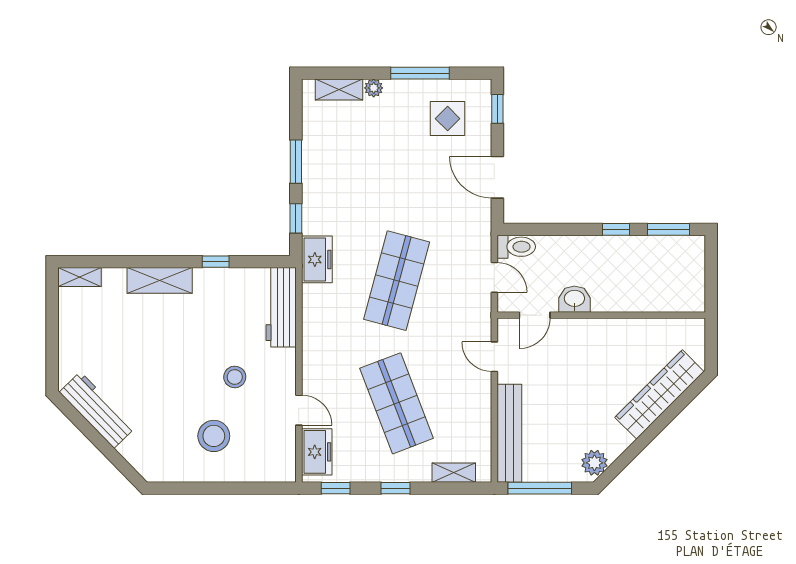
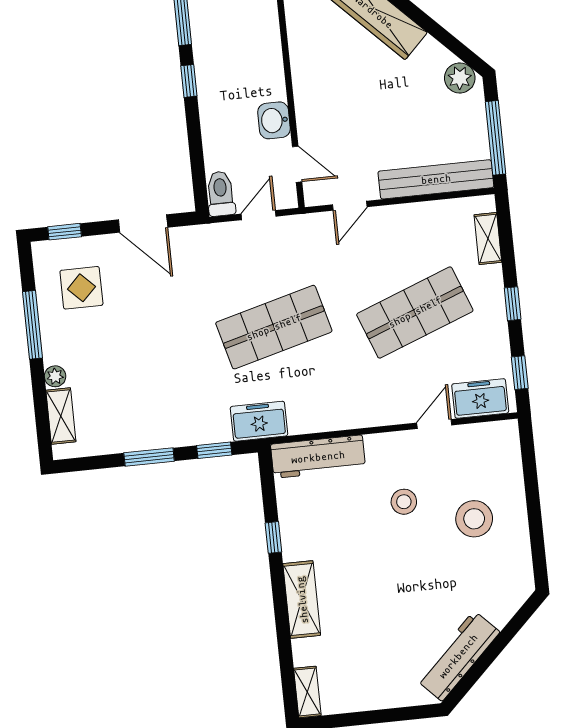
door: (497, 177) -> (143, 224), hinge flipped
shop shelf: (397, 281) -> (274, 327), turned -30

